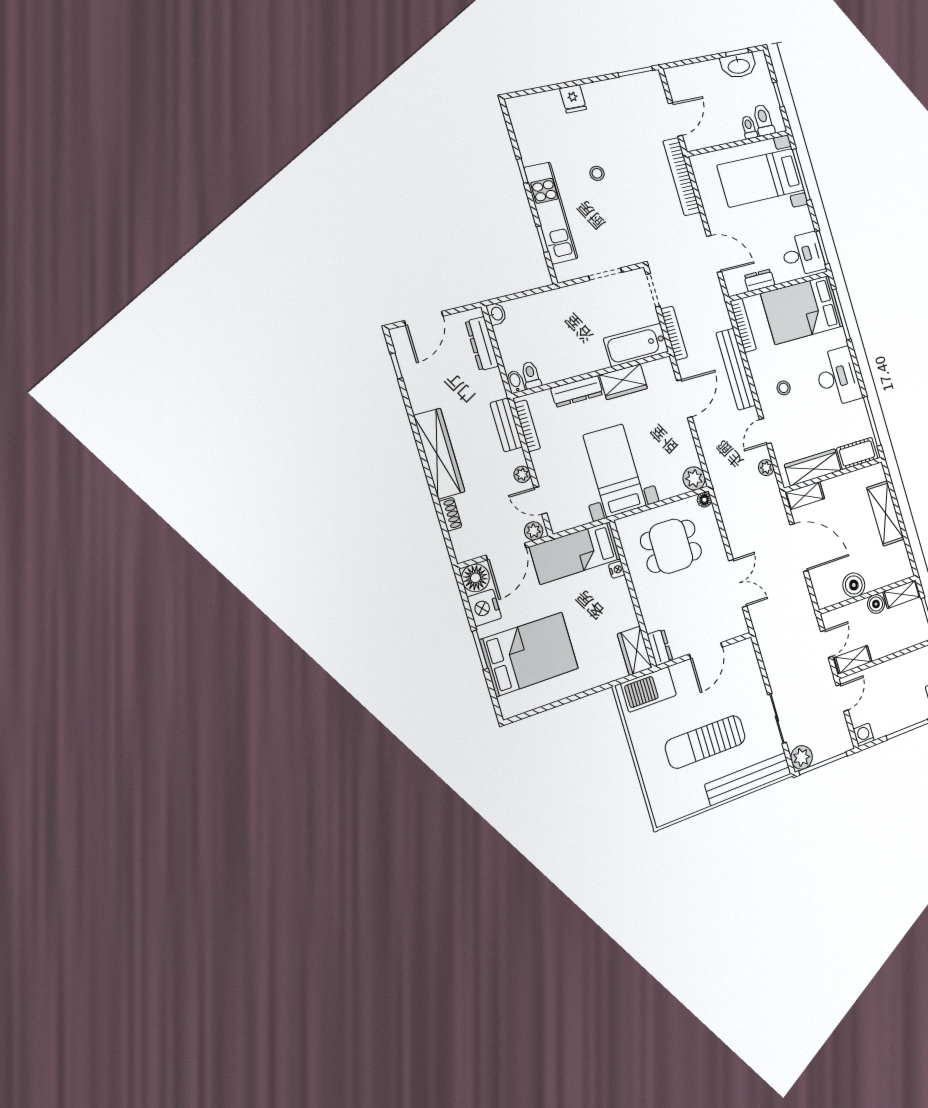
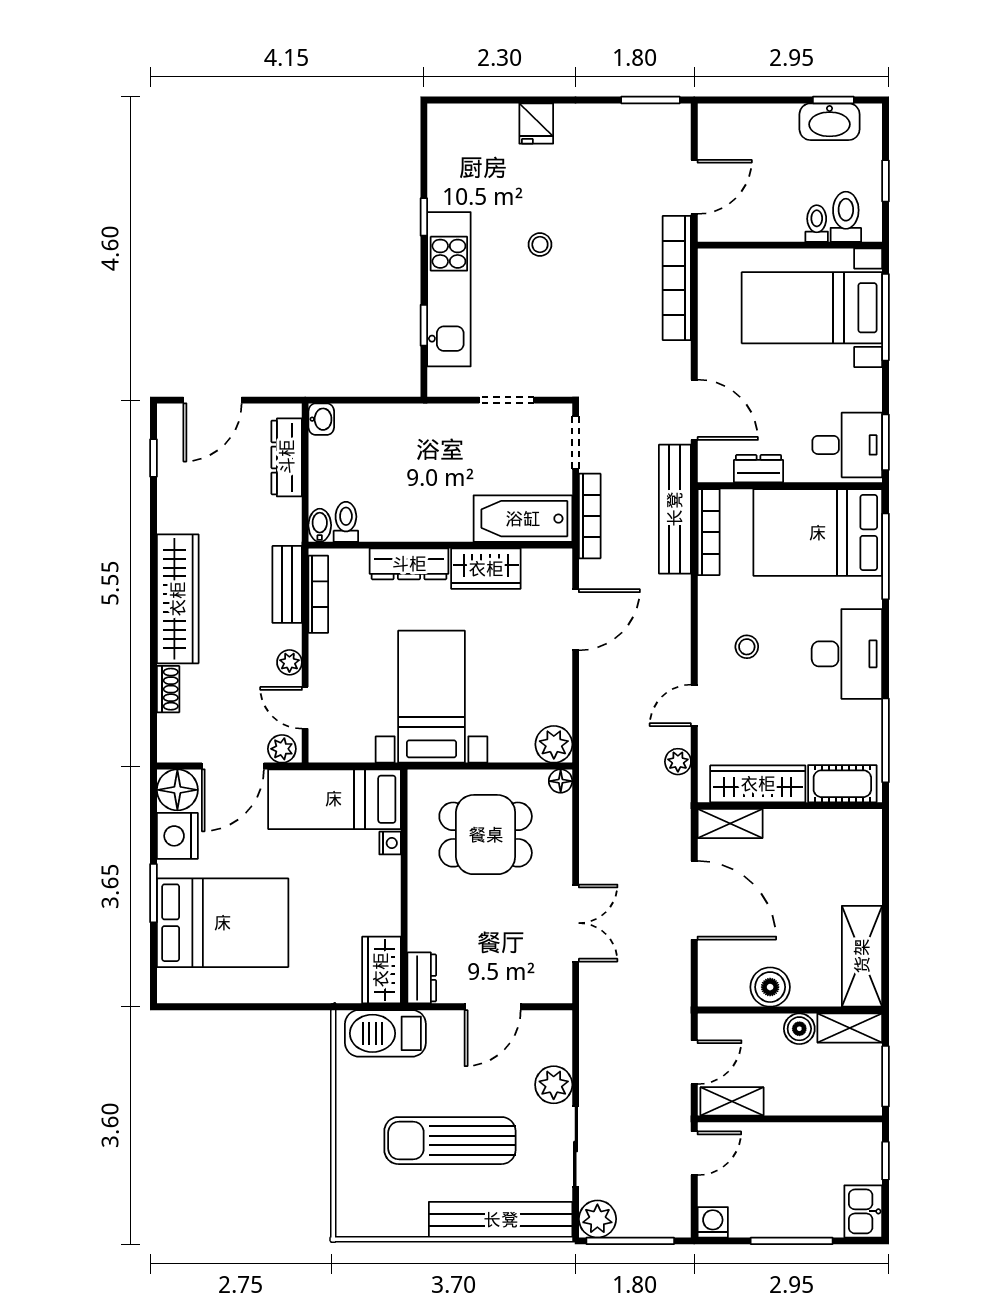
bench: (736, 369) -> (675, 509), moved
shelving: (885, 513) -> (862, 956), moved
plant: (754, 686) -> (554, 1085), added

